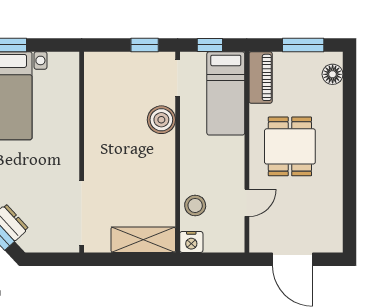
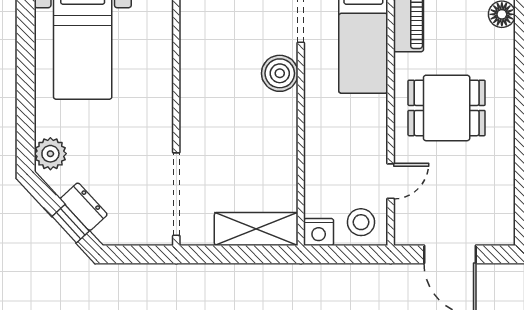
dining table: (290, 146) -> (447, 108), turned 90
stool: (195, 205) -> (361, 222), moved

